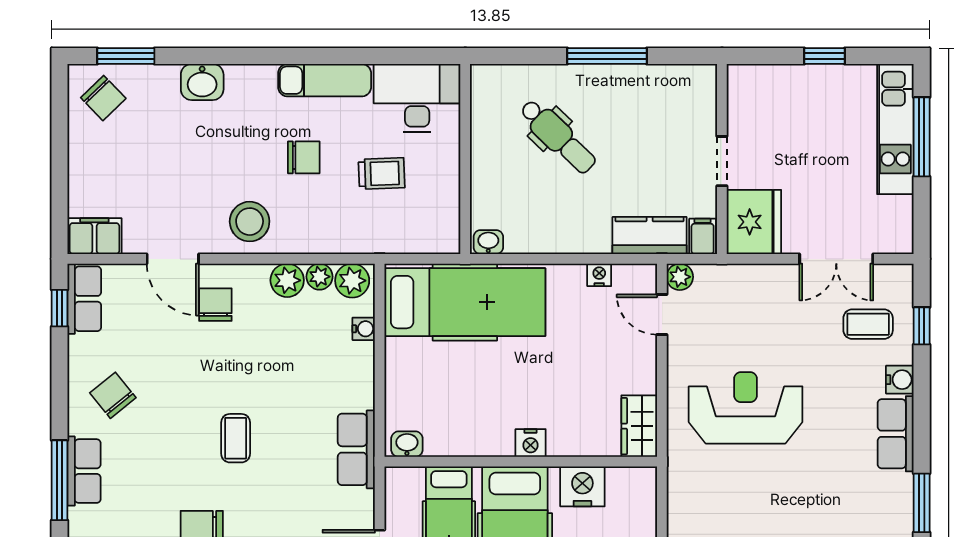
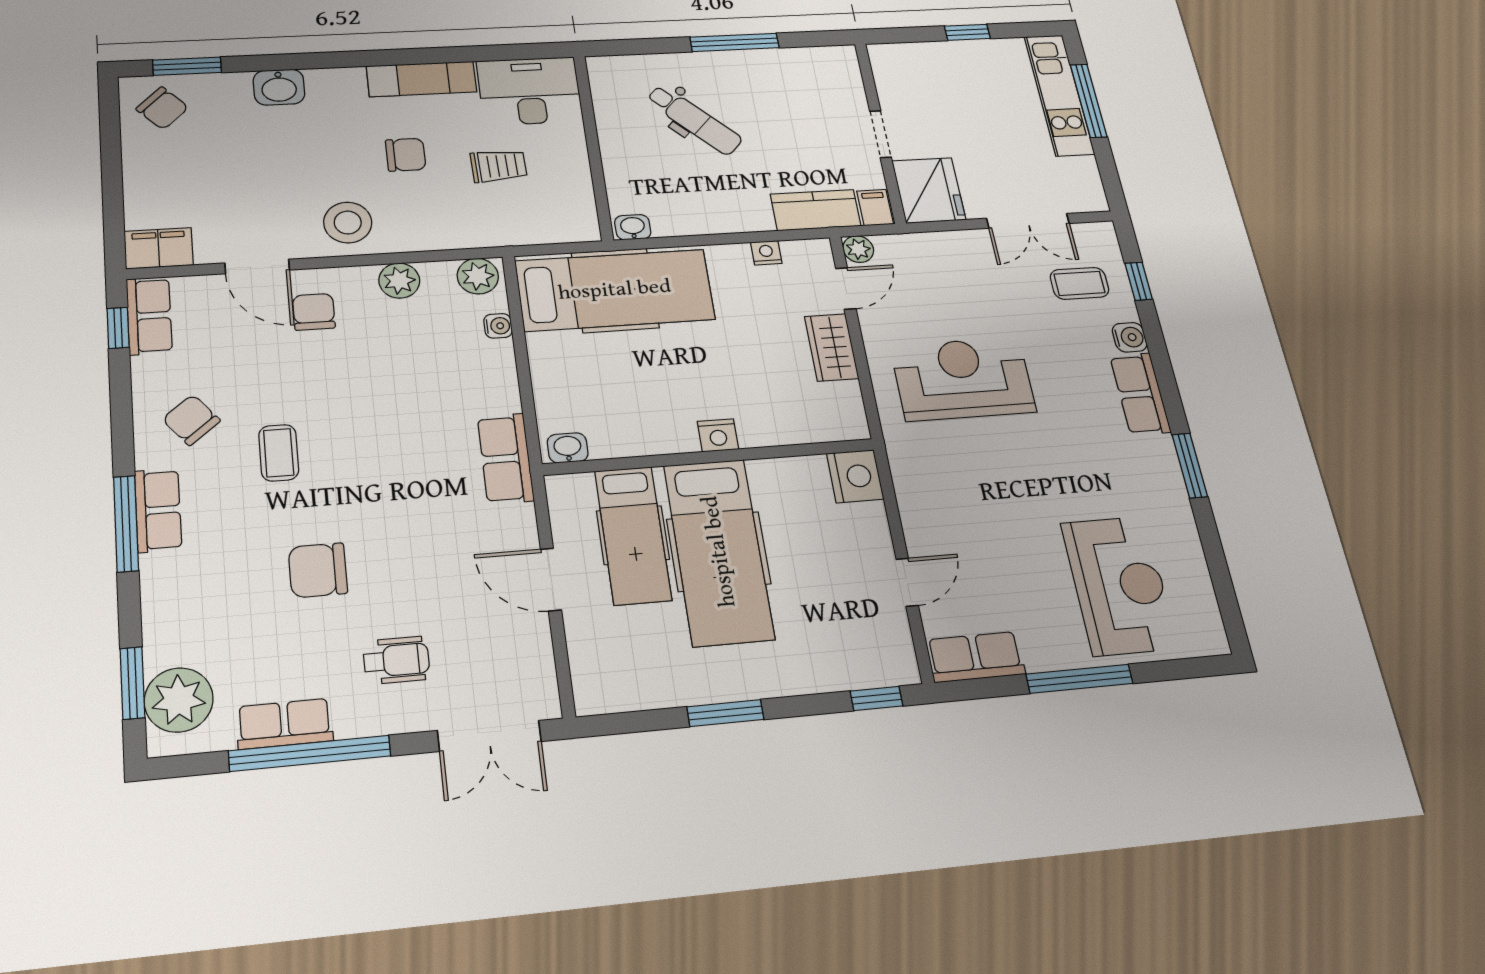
plant: (319, 277) -> (438, 274), removed
door: (662, 315) -> (846, 289), swing flipped
wardrobe: (639, 426) -> (832, 347), moved
coffee table: (236, 438) -> (279, 453), moved
nightstand: (582, 486) -> (855, 476), moved, turned 90

